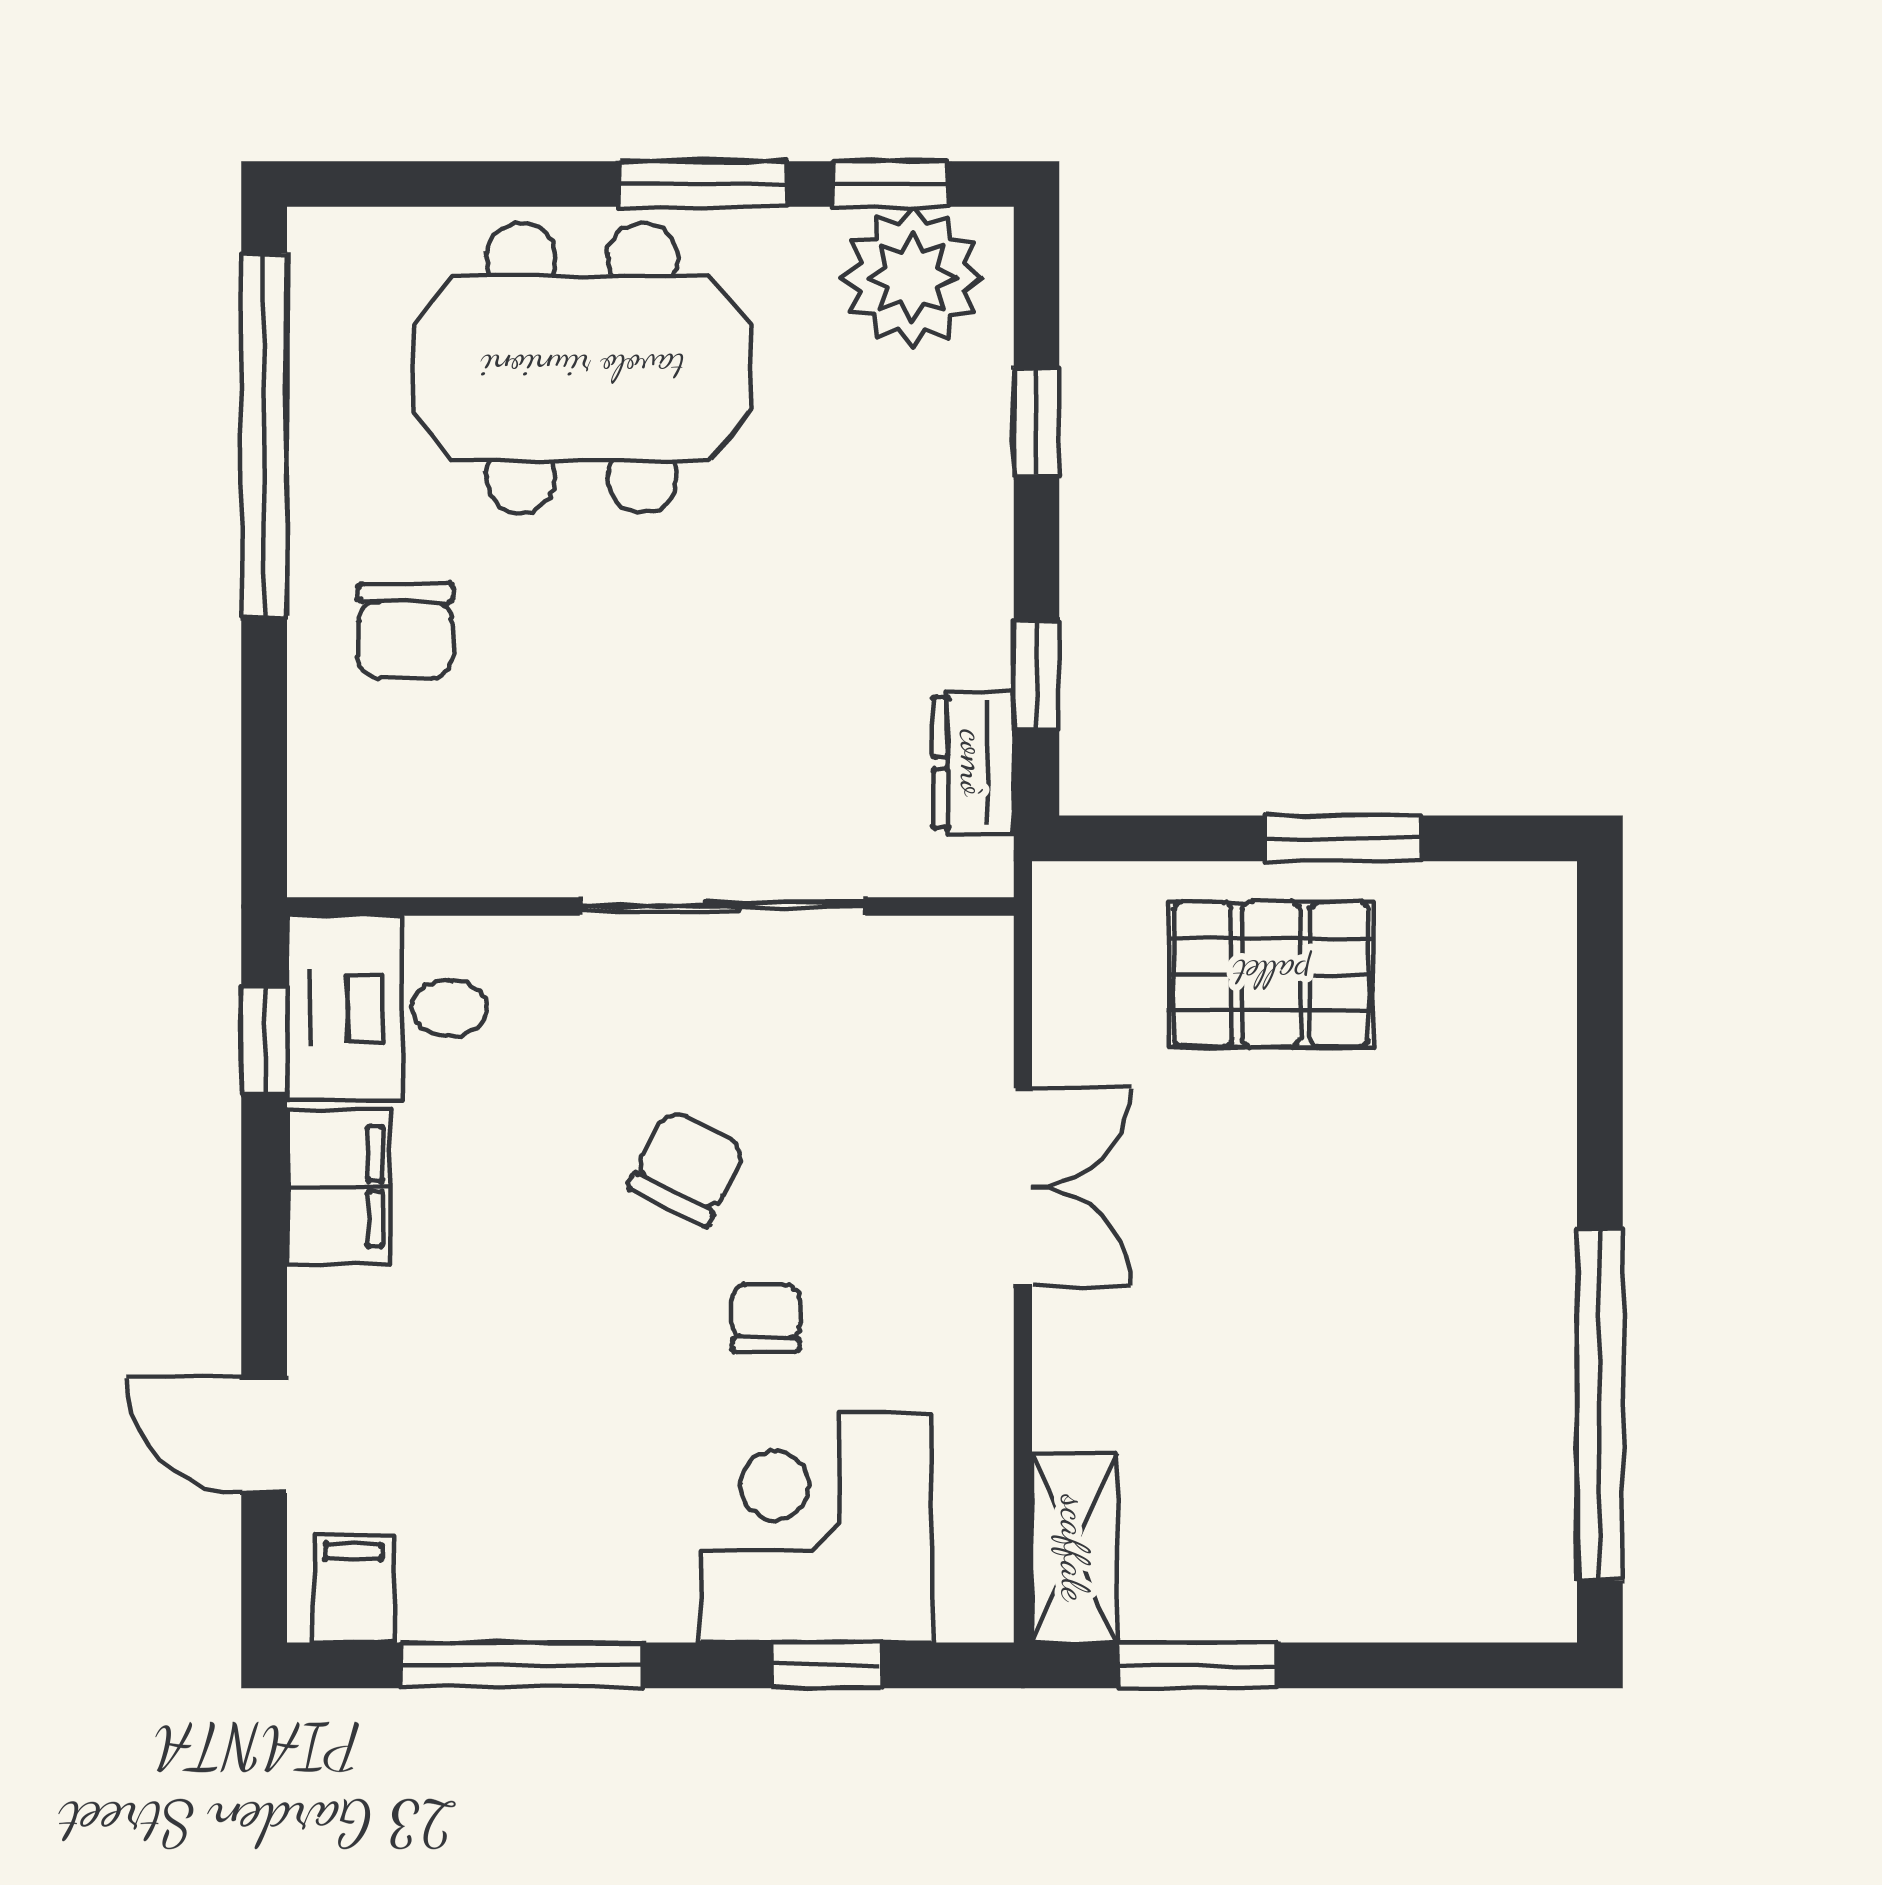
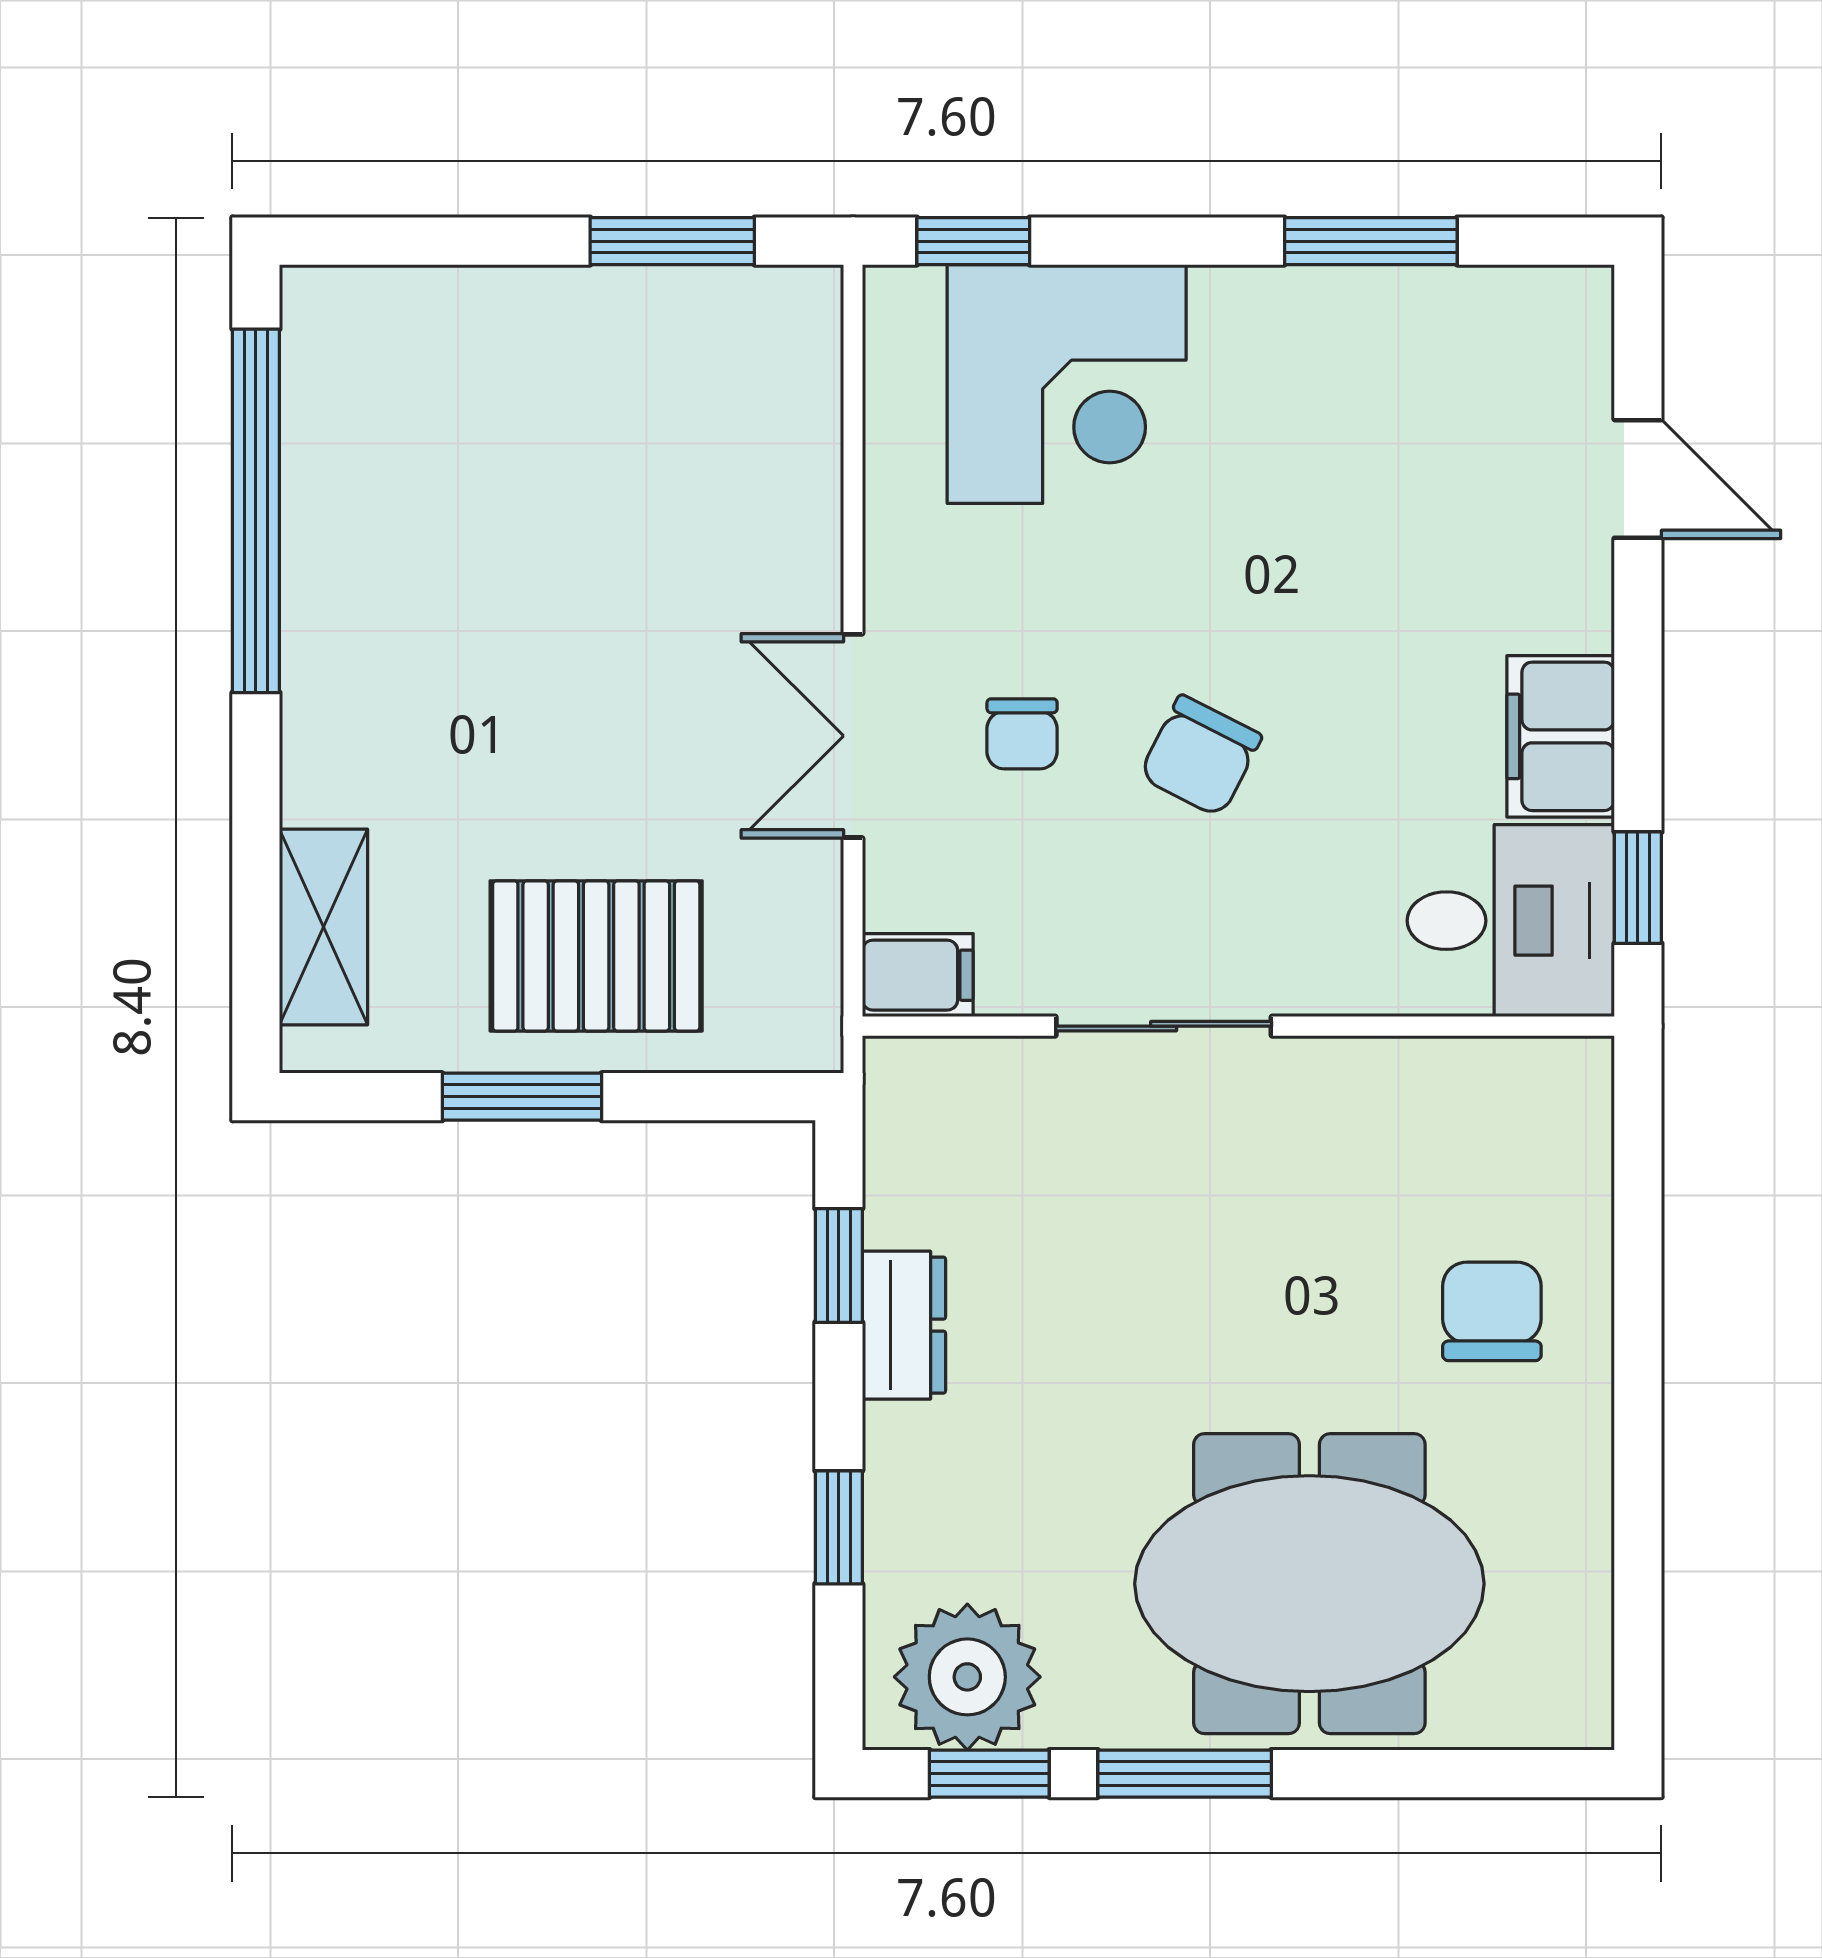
window: (264, 435) -> (1638, 1513), removed
dresser: (974, 763) -> (904, 1325), moved
sliding door: (723, 906) -> (1164, 1026), width x0.73
chair: (766, 1318) -> (1022, 734), moved
shelving: (1075, 1548) -> (323, 927), moved
filing cabinet: (354, 1589) -> (918, 975), moved, turned -90
window: (522, 1665) -> (1371, 241), width x0.69
window: (827, 1665) -> (973, 241), moved

